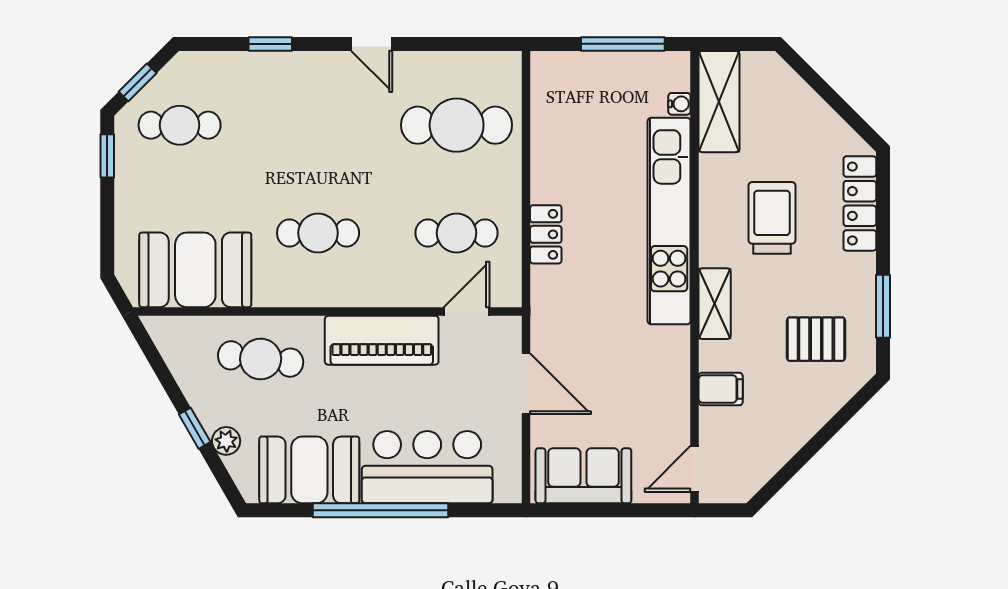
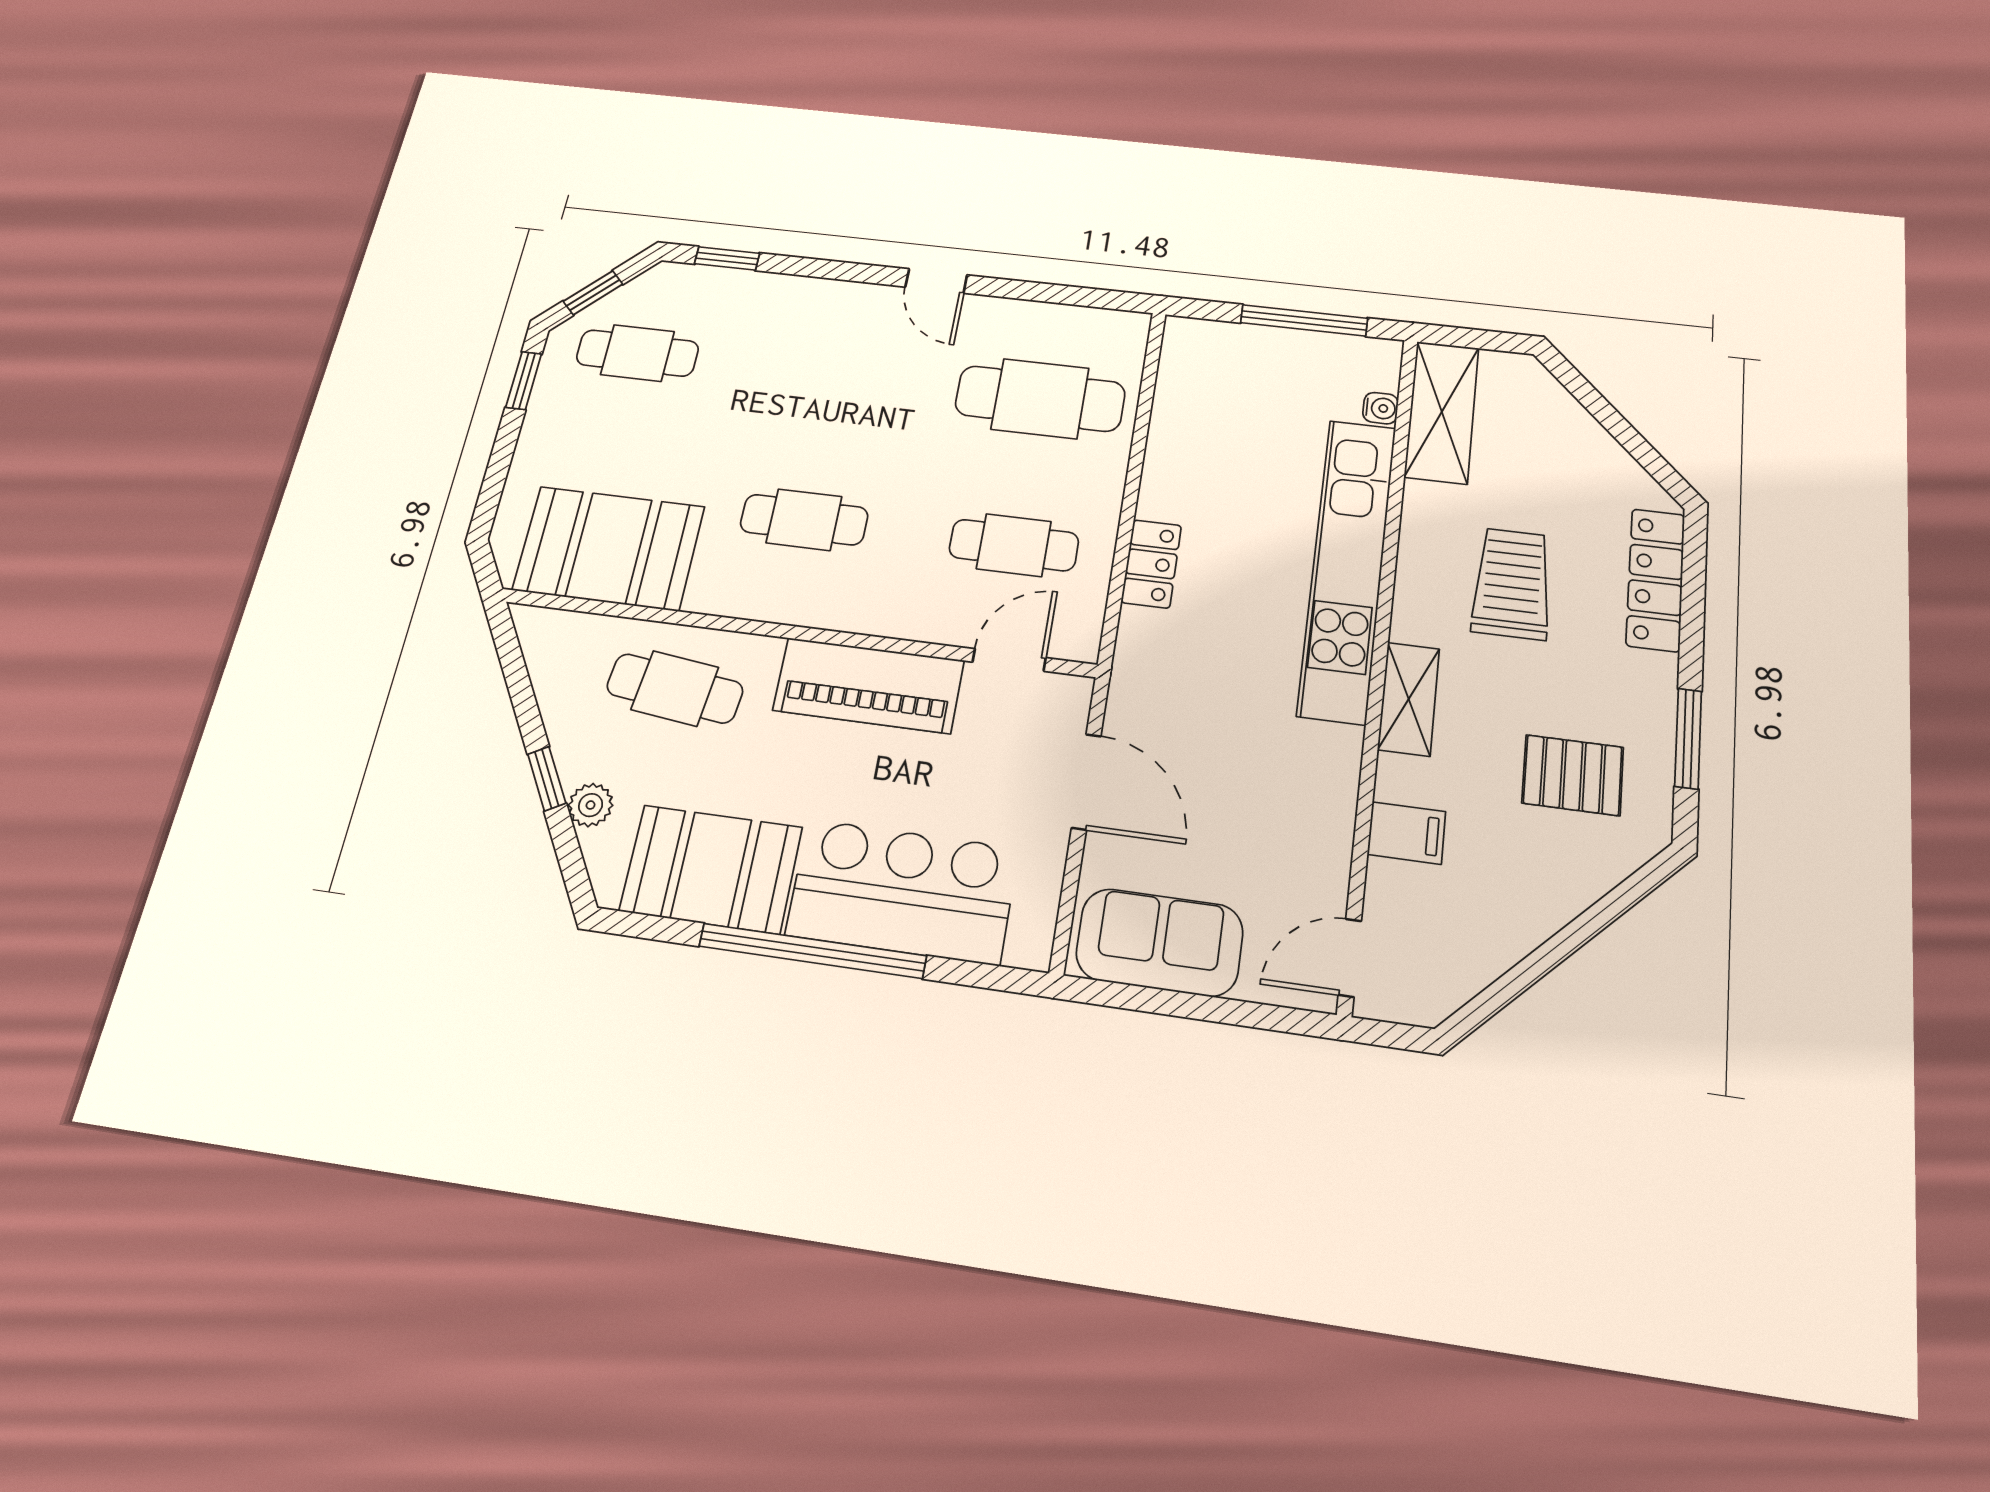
window: (270, 44) -> (727, 259), moved

